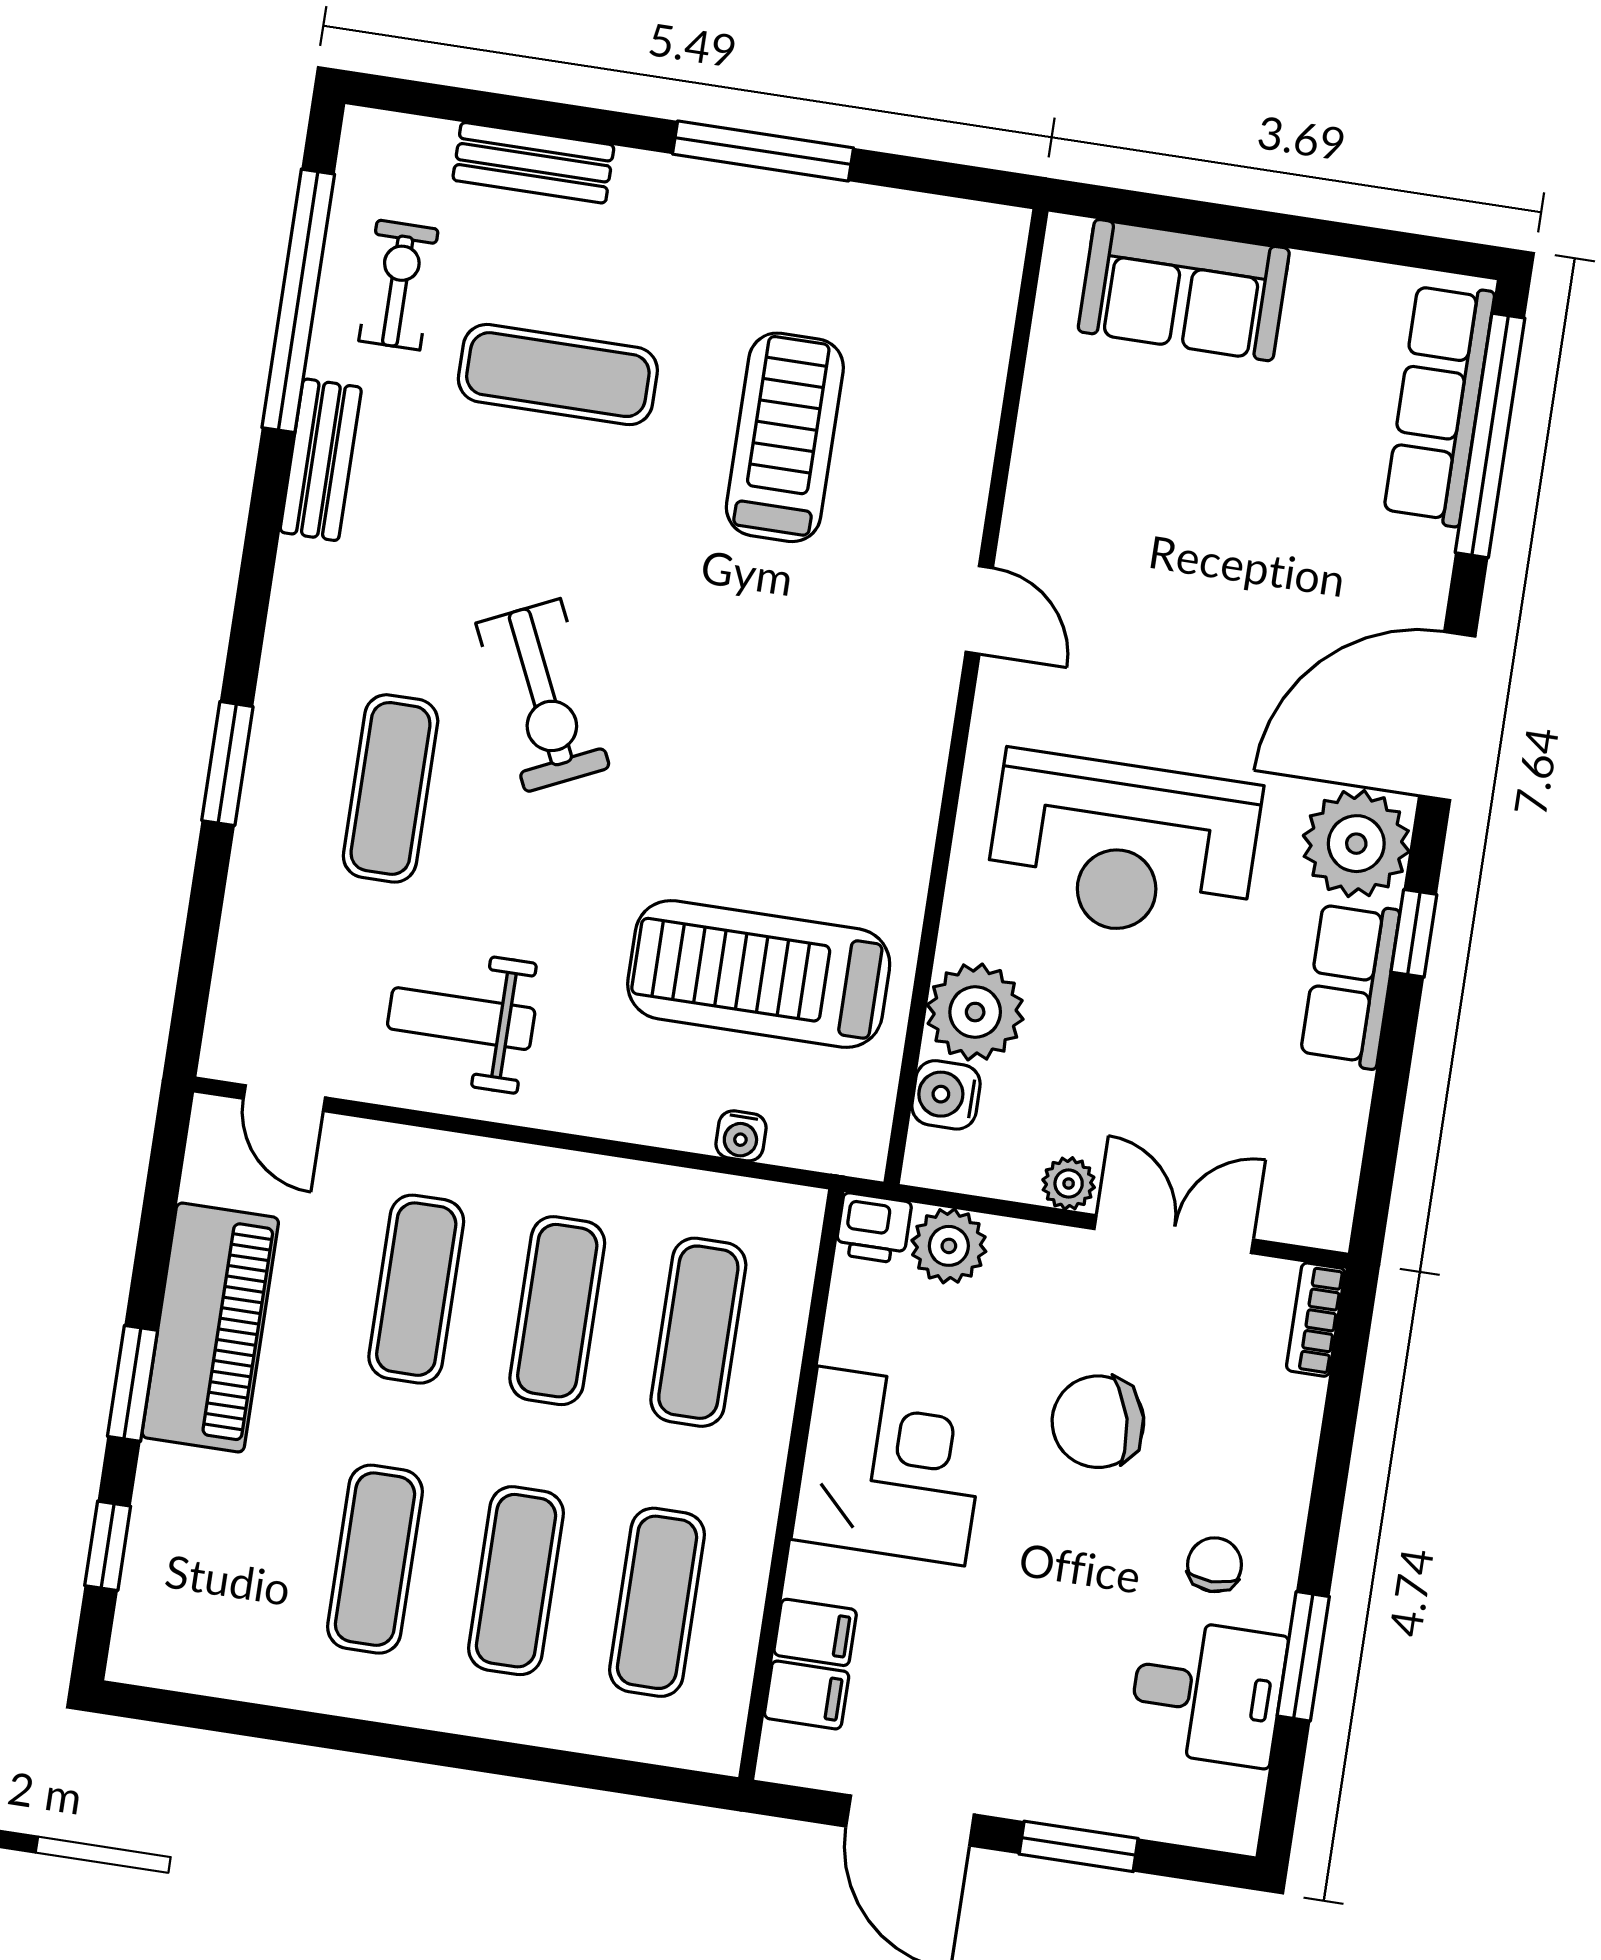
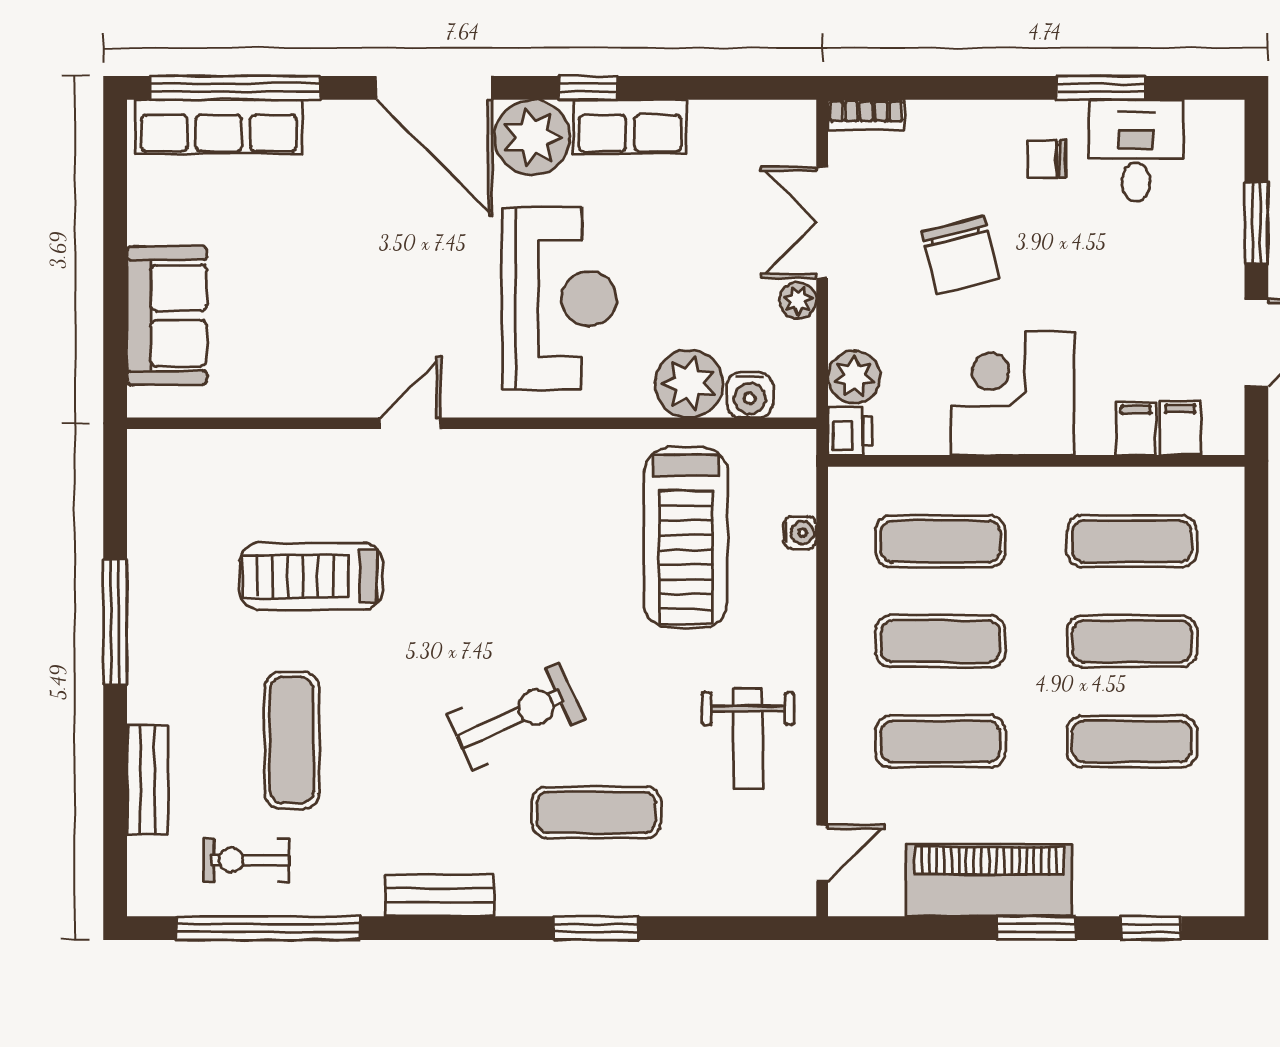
bench: (321, 460) -> (439, 895), moved

